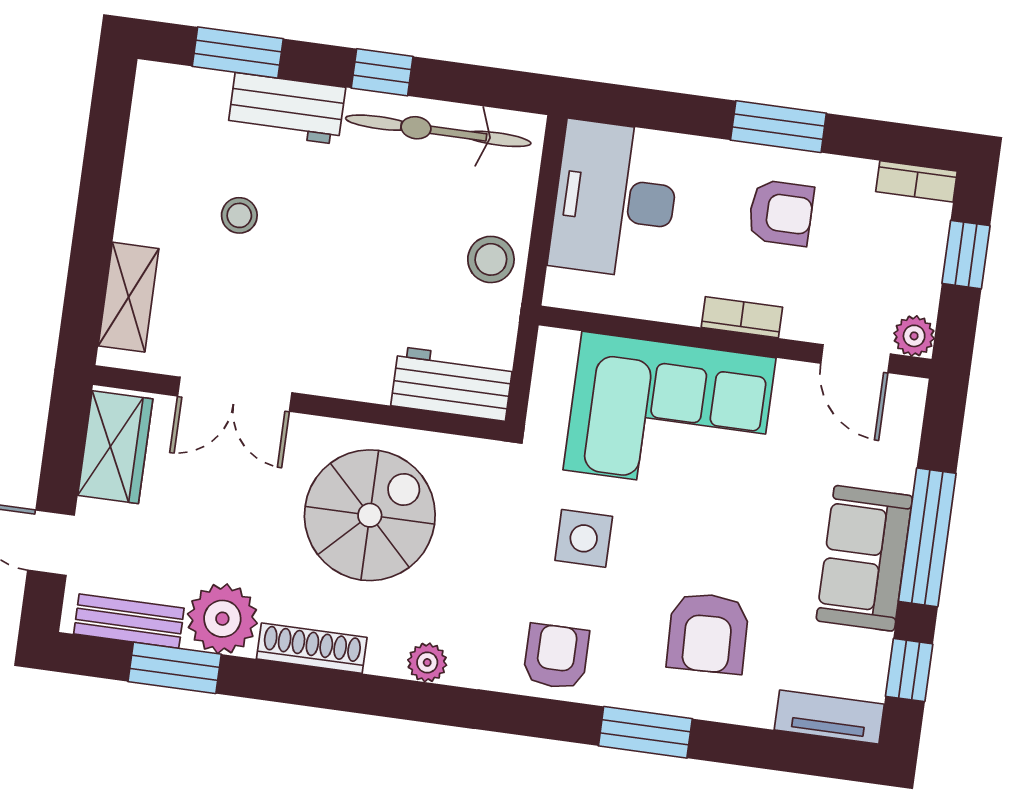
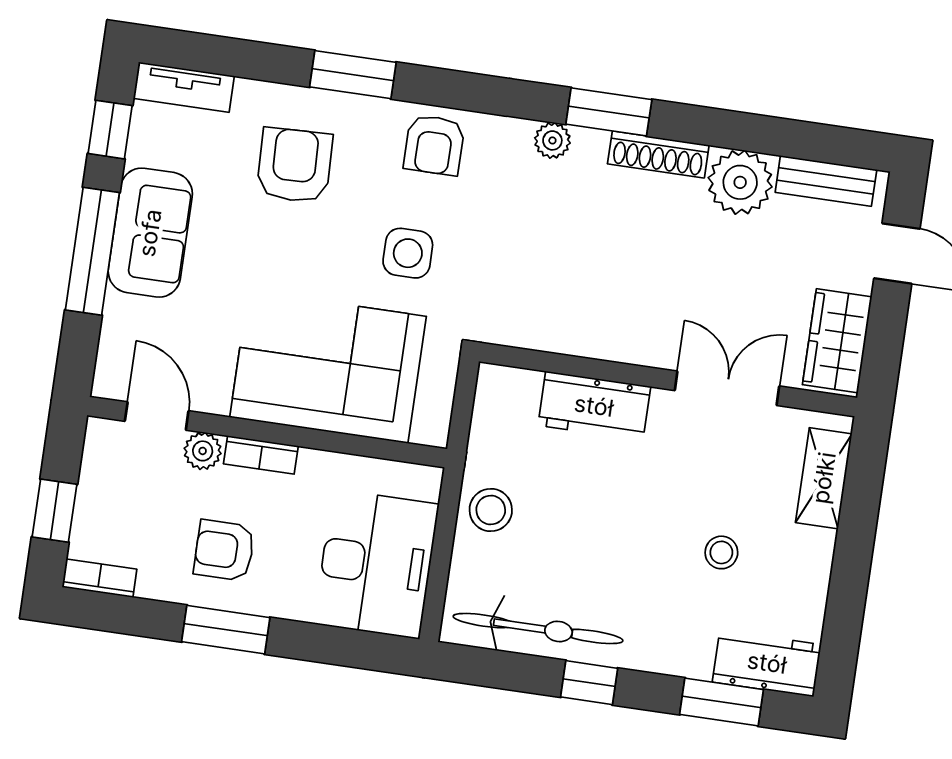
workbench: (287, 108) -> (767, 663), moved
plant: (914, 336) -> (203, 451), moved
workbench: (452, 384) -> (594, 406), moved
spiral stairs: (370, 515) -> (604, 276), removed
window: (175, 668) -> (609, 112), moved

